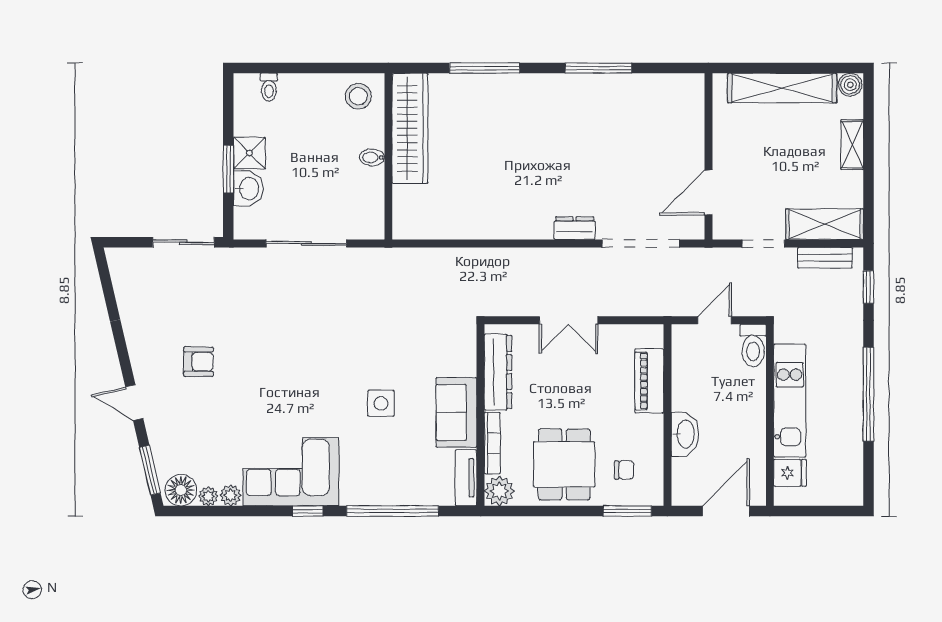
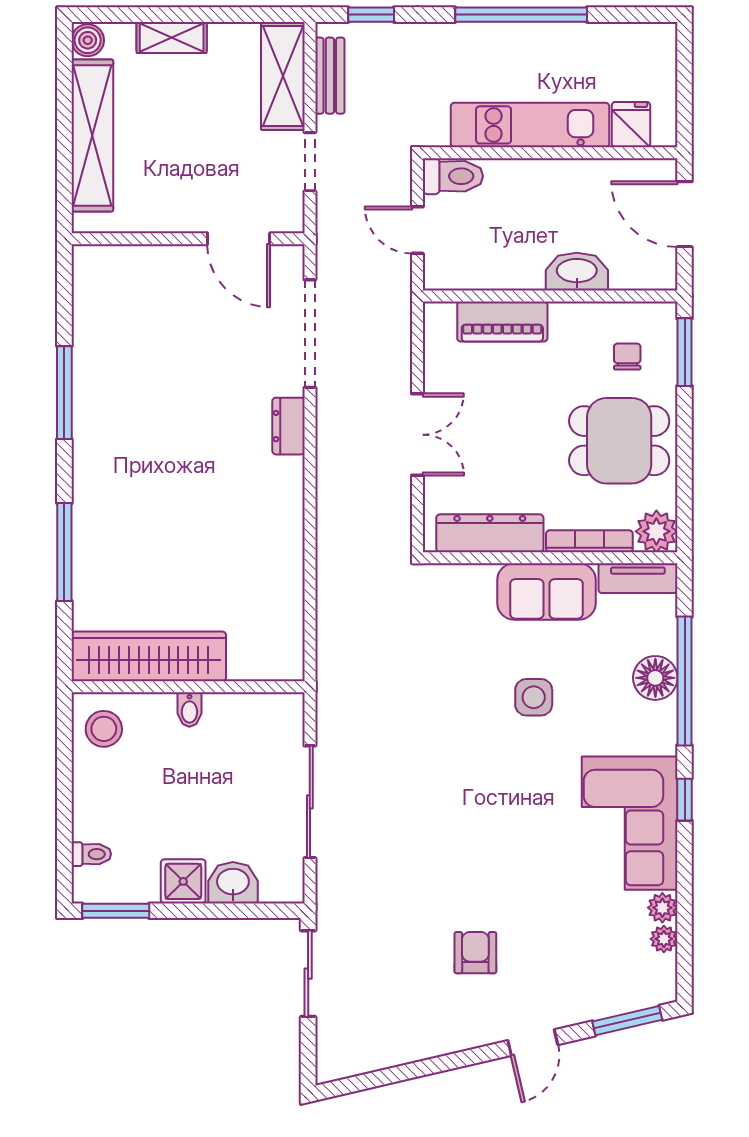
window: (228, 169) -> (116, 911), moved
floor lamp: (181, 490) -> (655, 678), moved

